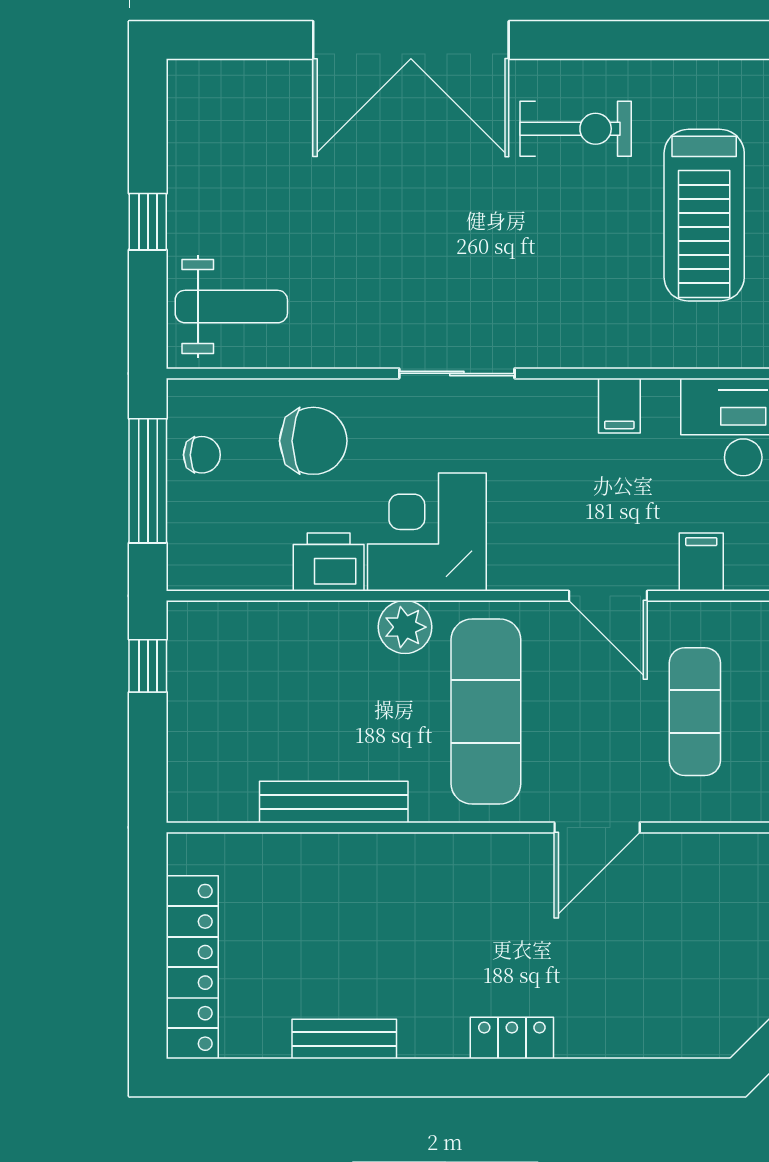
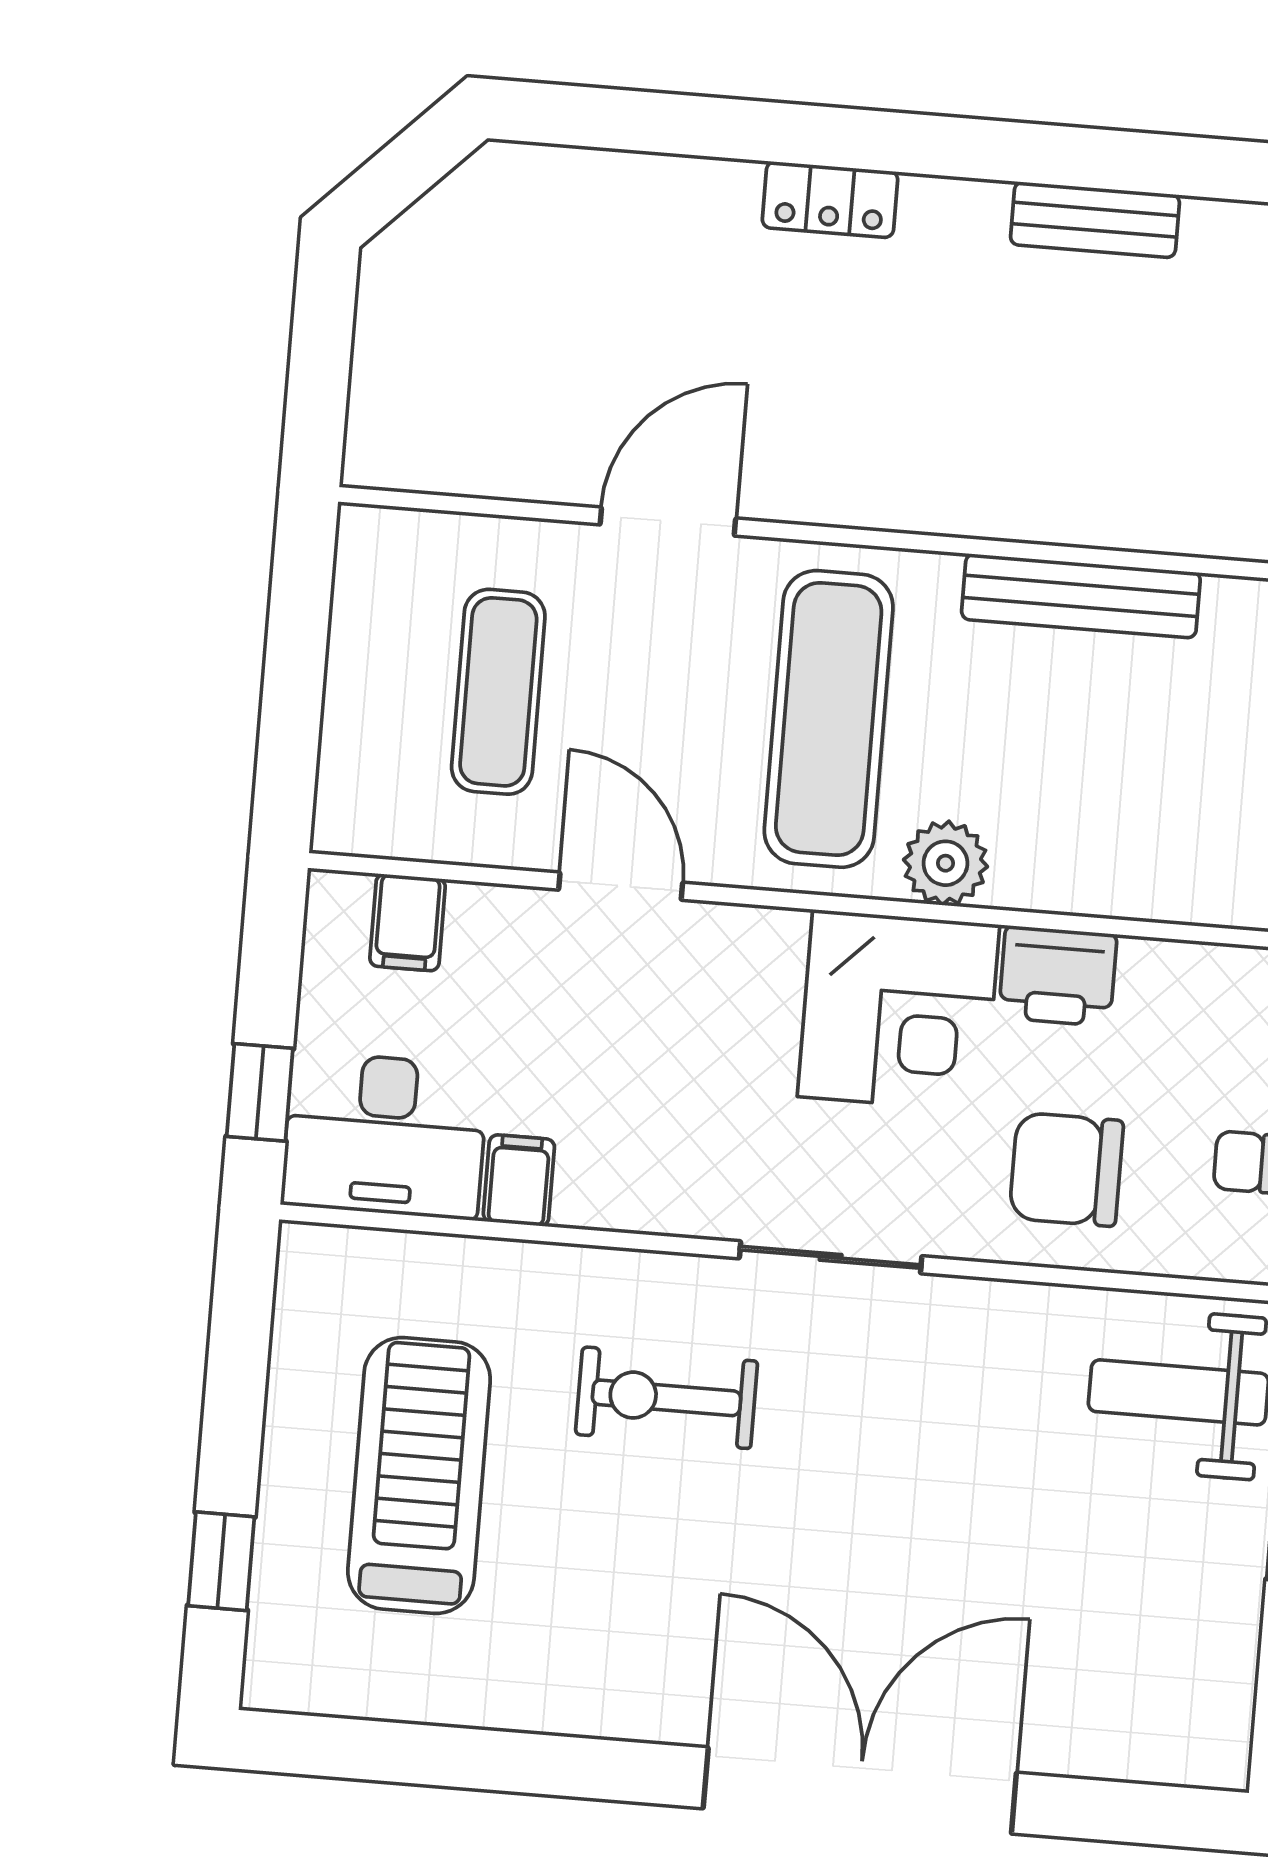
exercise bike: (576, 129) -> (667, 1398), moved
filing cabinet: (619, 406) -> (519, 1180), moved
filing cabinet: (701, 562) -> (408, 922), moved

